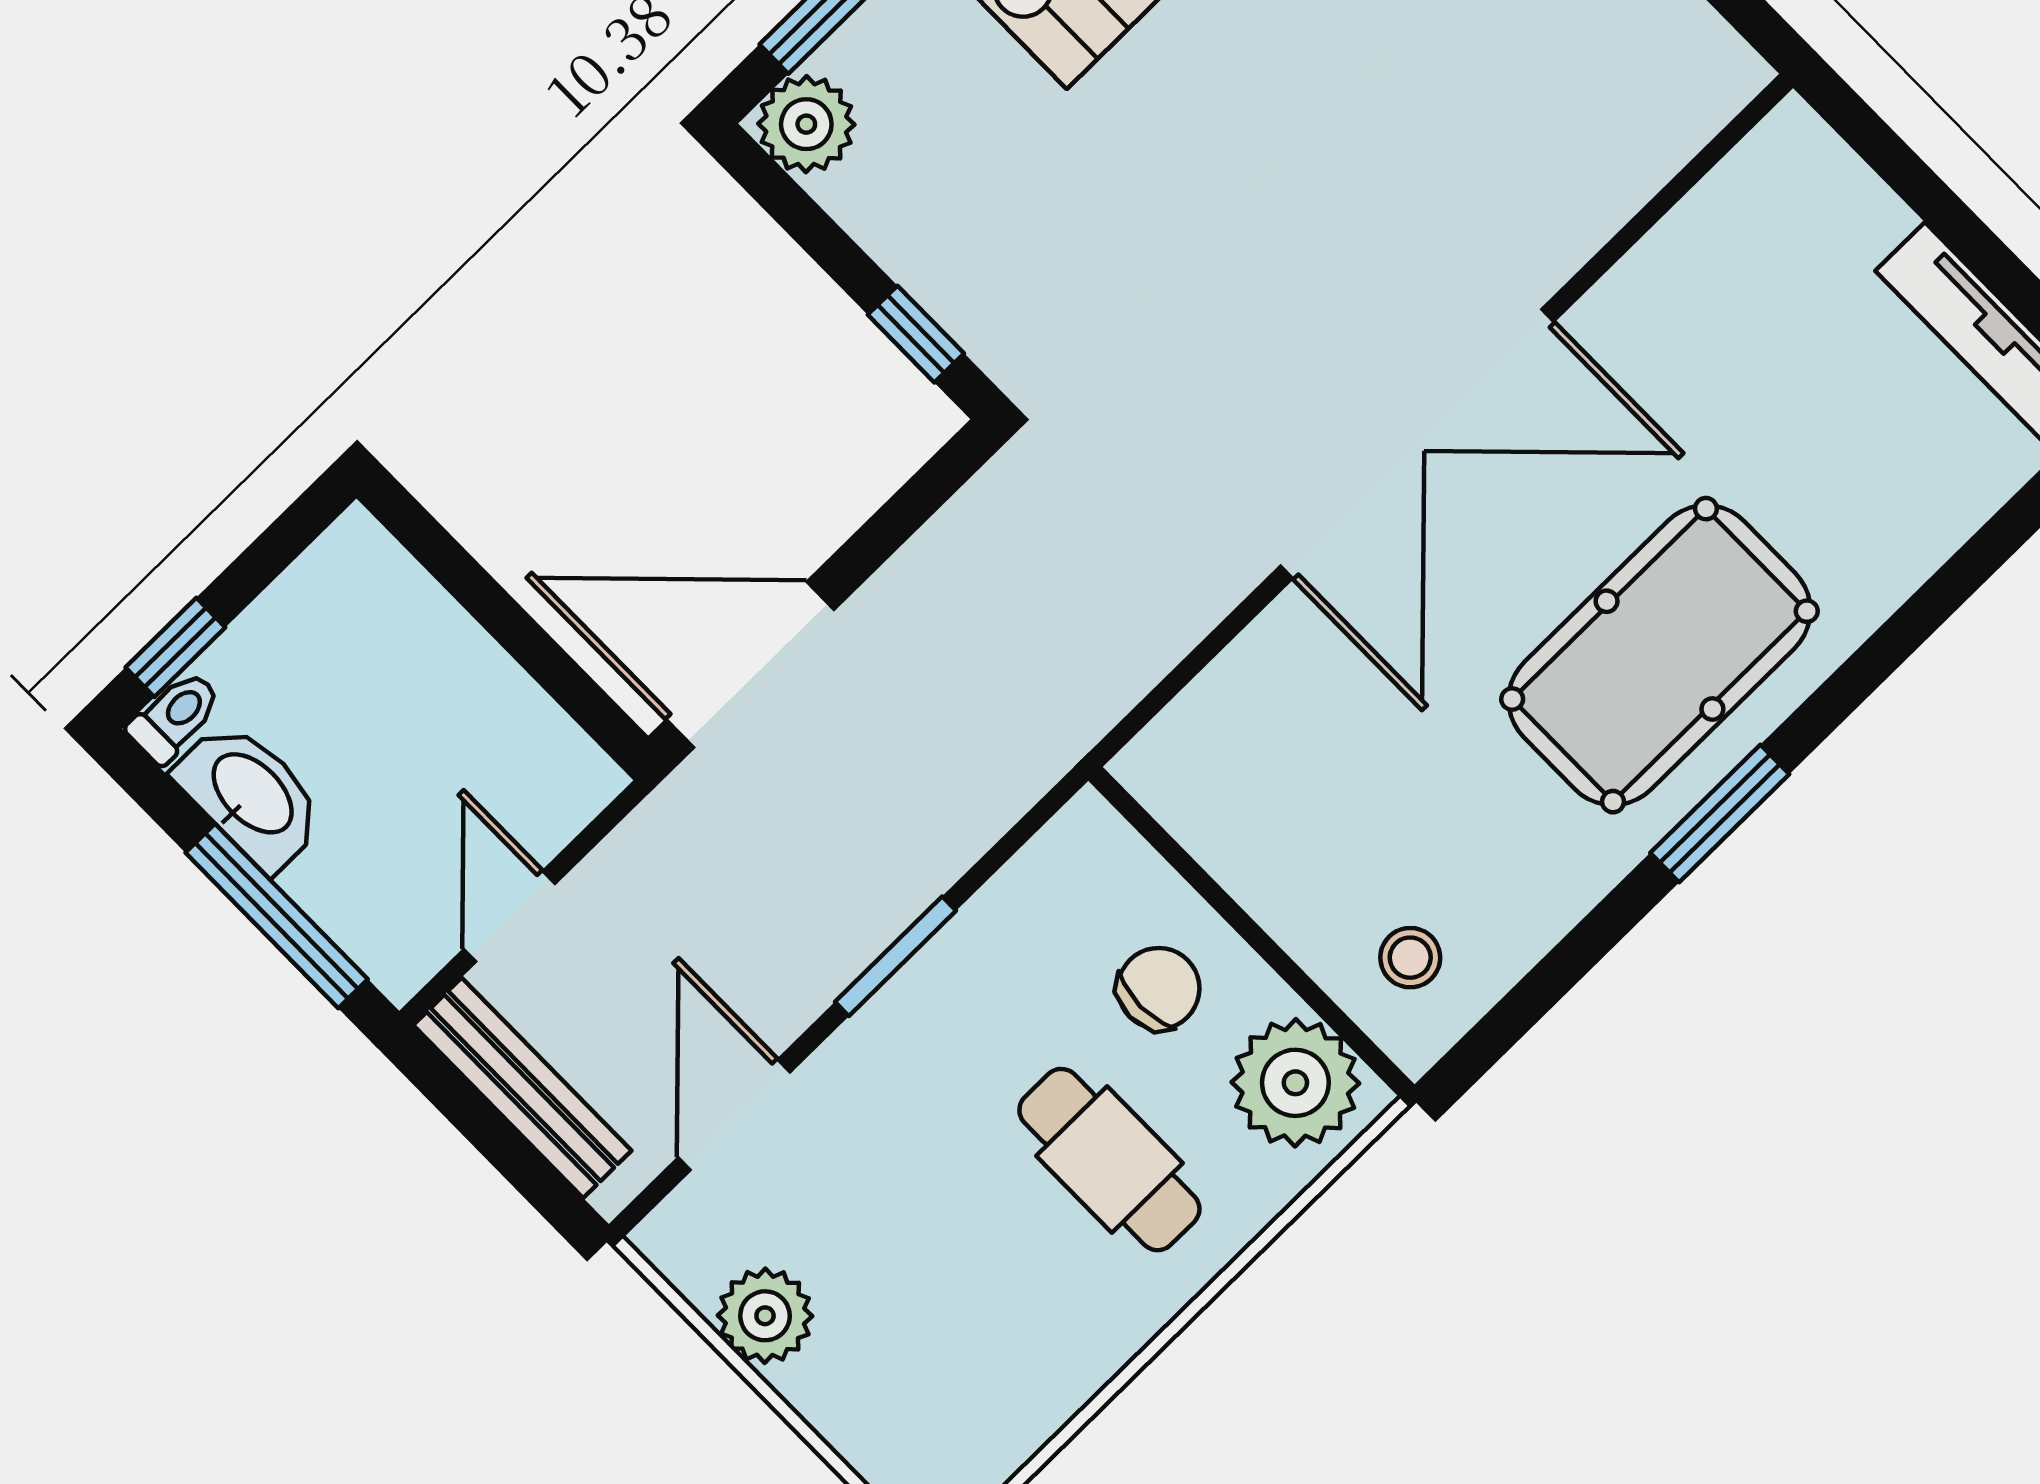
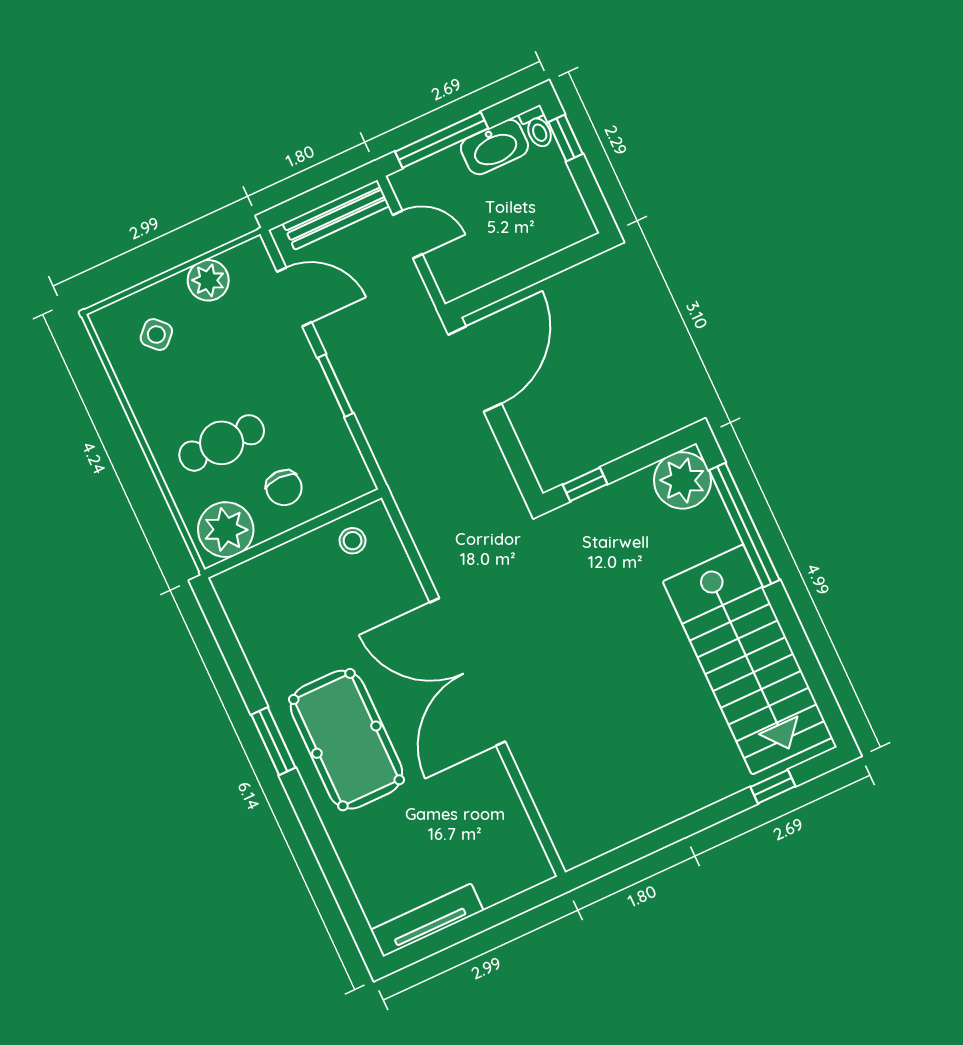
plant: (806, 124) -> (683, 480), width x1.36, depth x1.36
stool: (1410, 958) -> (353, 541), moved
side table: (924, 1387) -> (156, 335), added

